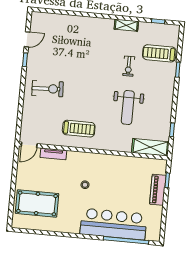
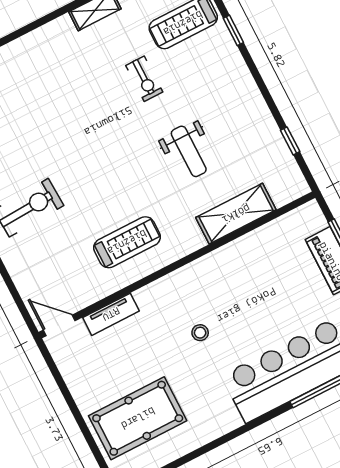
weight bench: (128, 108) -> (189, 151), width x0.73, depth x0.75
door: (29, 145) -> (59, 325), swing flipped
shelving: (150, 147) -> (236, 214), moved

